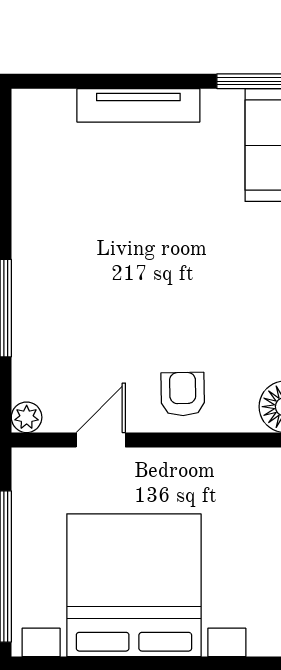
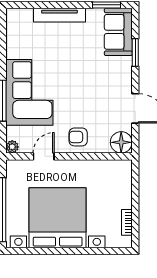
corner sofa: (67, 288) -> (29, 92), added
armchair: (183, 394) -> (78, 137), turned -89

